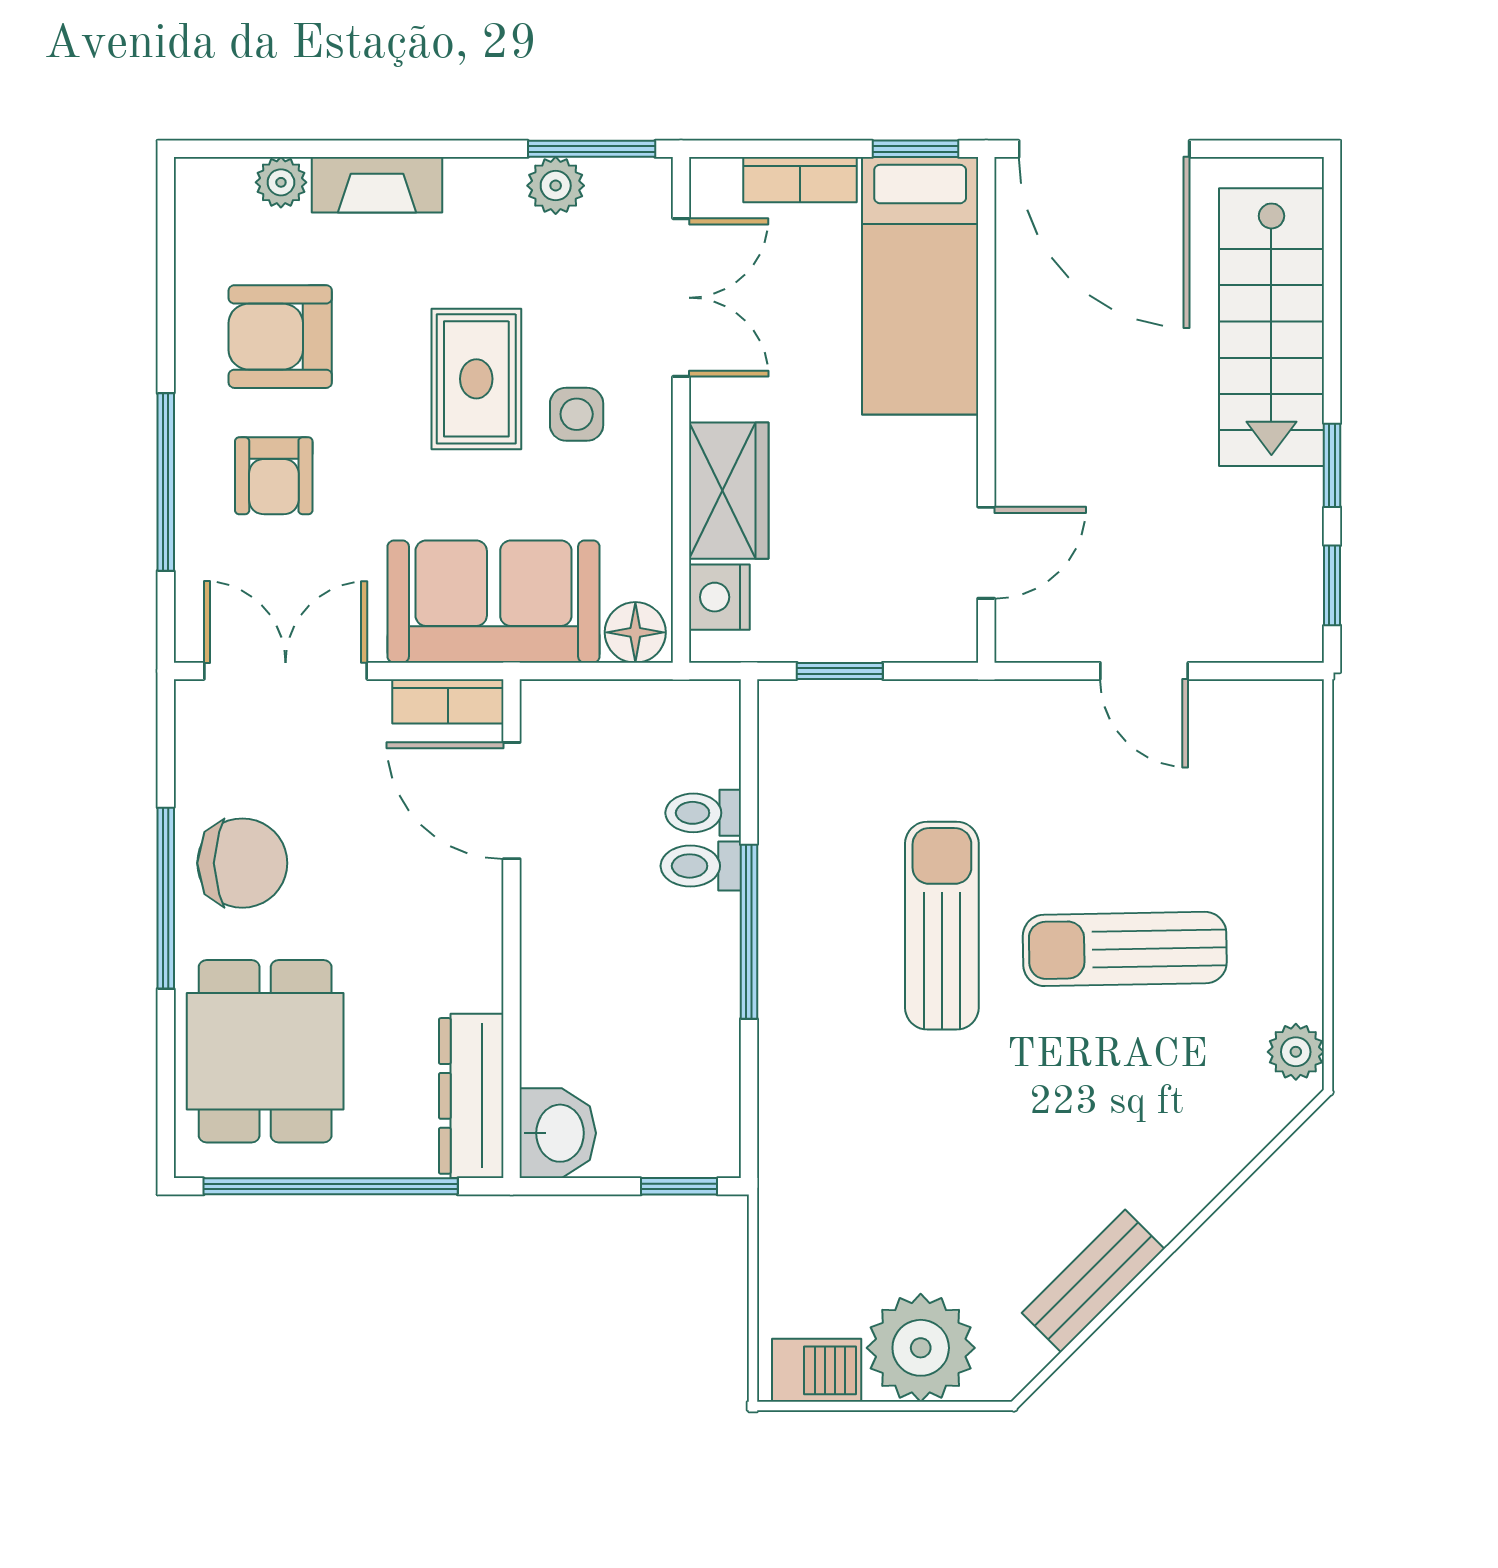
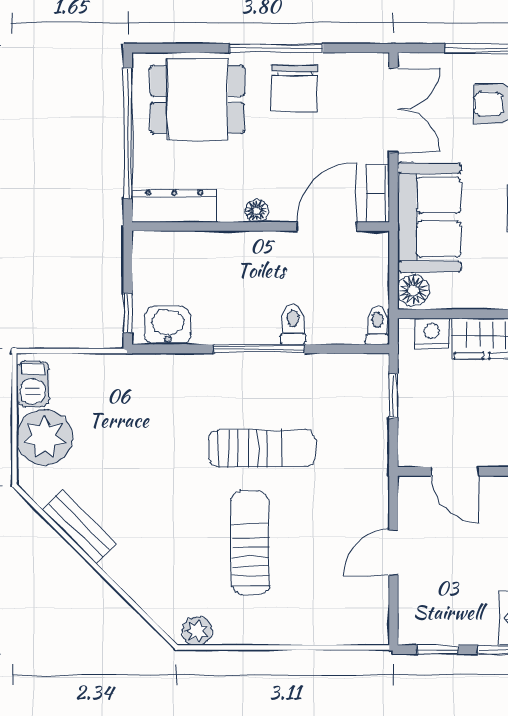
toilet: (703, 813) -> (377, 325), moved
floor lamp: (481, 936) -> (257, 211), added
washbasin: (558, 1133) -> (168, 325), moved, turned 180

